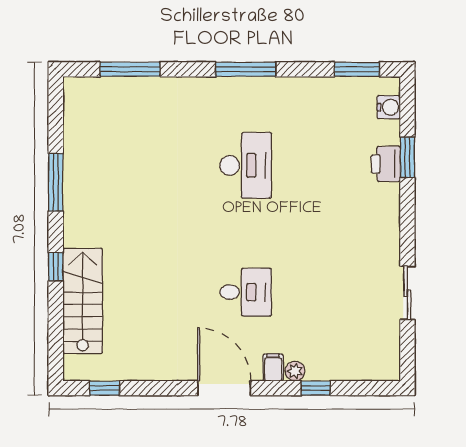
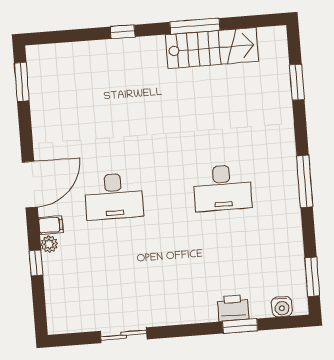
window: (130, 69) -> (297, 82), width x0.69
desk: (246, 292) -> (114, 196), width x1.37
stairs: (83, 301) -> (212, 48), moved
window: (105, 388) -> (22, 82), width x1.50

